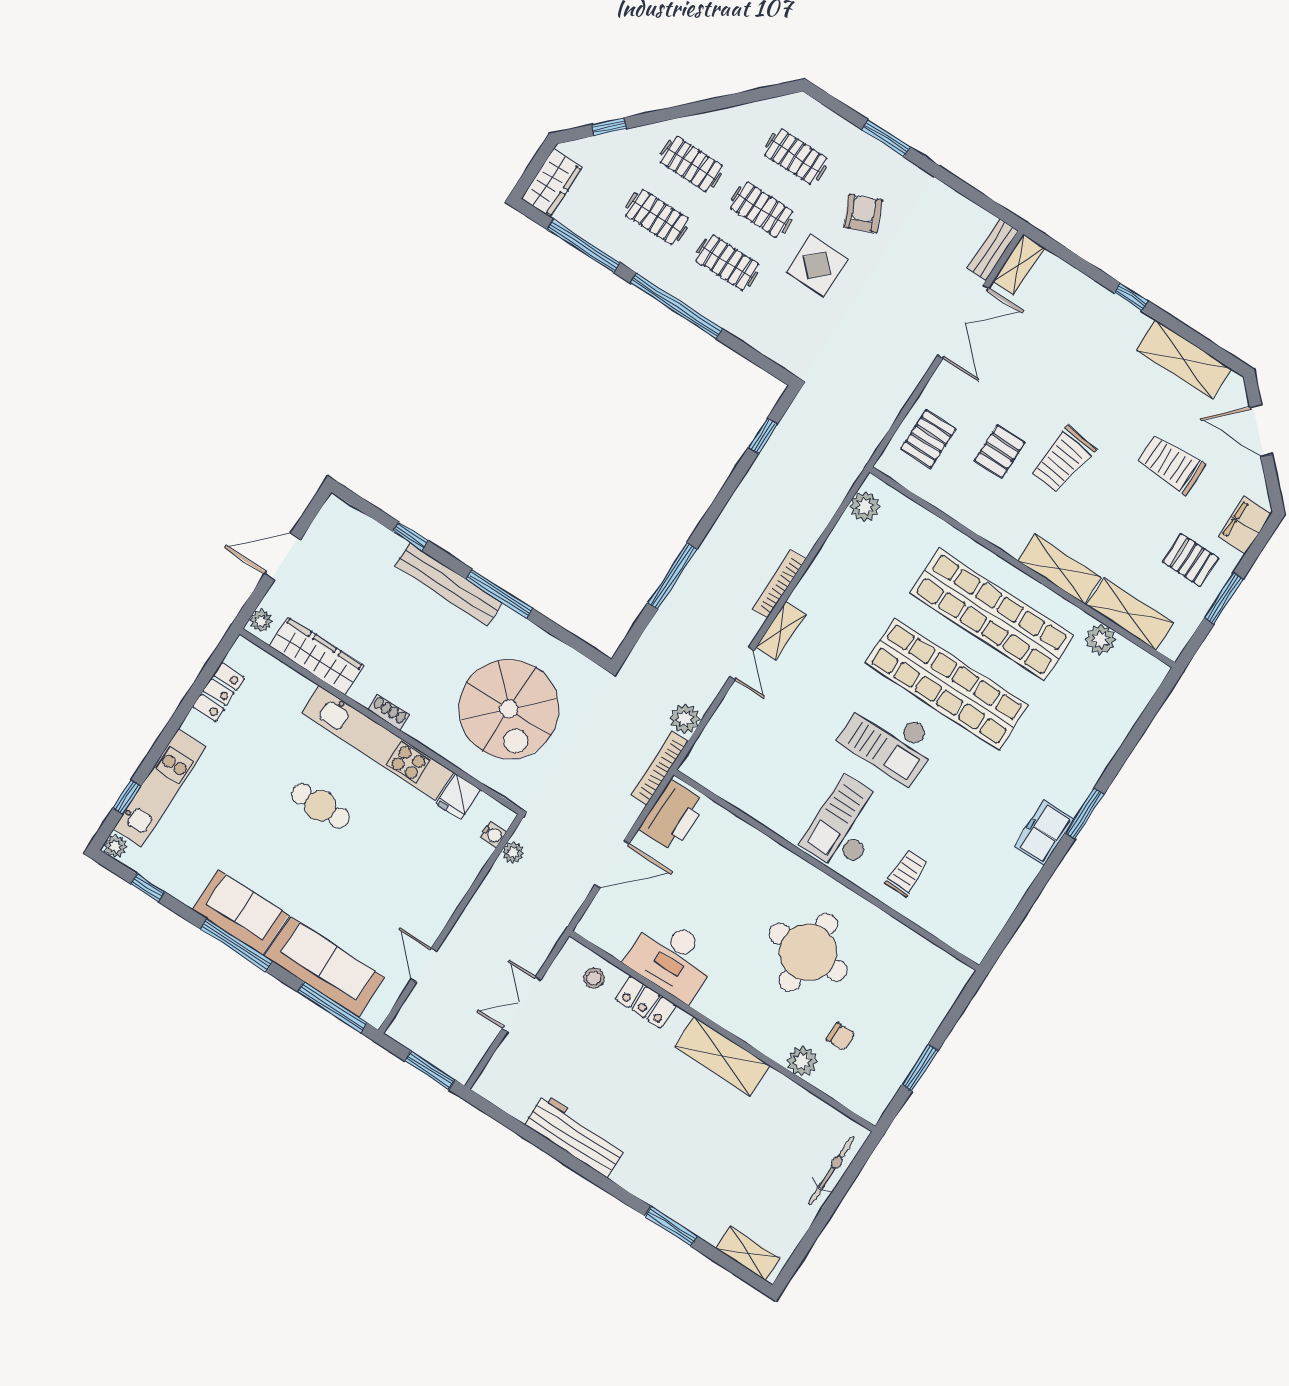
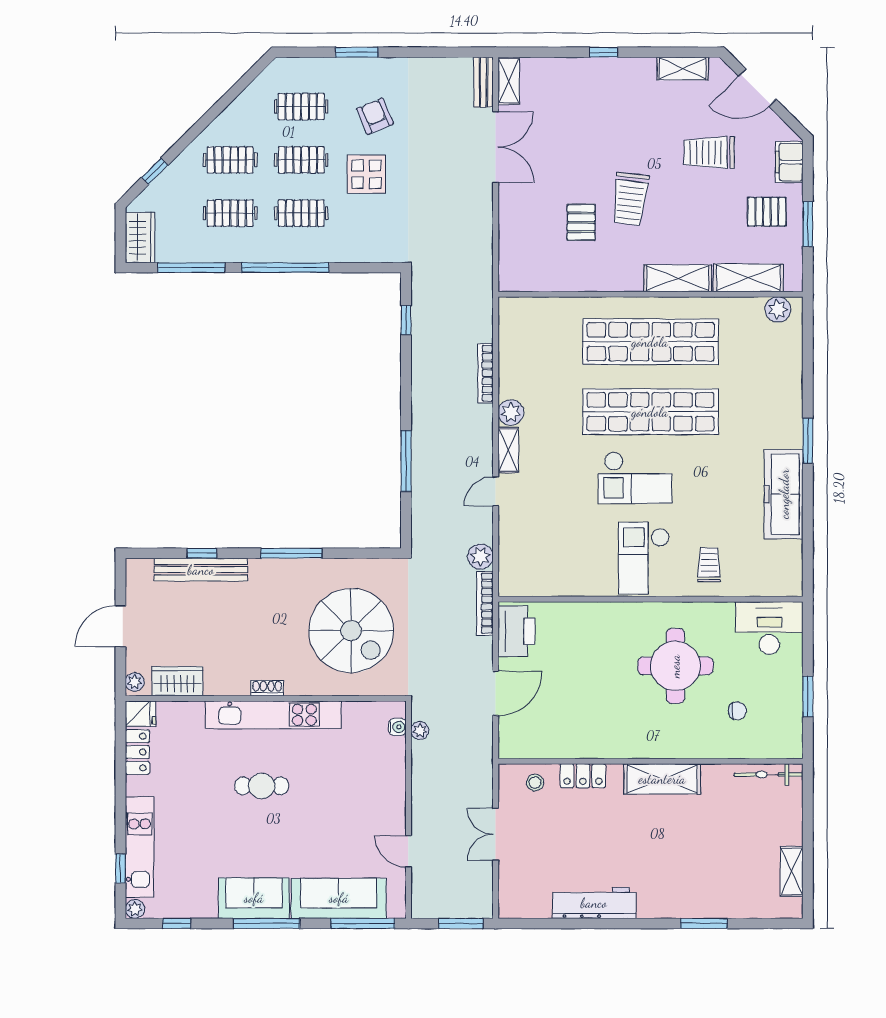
shelving: (1184, 359) -> (683, 69), width x0.67, depth x0.75
pallet: (928, 439) -> (525, 246), removed
plant: (865, 507) -> (511, 413), moved
bench: (448, 584) -> (201, 570), moved
bookcase: (779, 584) -> (486, 373), moved
plant: (1101, 639) -> (778, 309), moved
wardrobe: (317, 656) -> (177, 681), width x0.67
door: (742, 664) -> (496, 491), swing flipped
fridge: (458, 797) -> (140, 714), moved, turned -90
freezer: (1044, 833) -> (784, 494), width x1.91, depth x1.26
desk: (672, 958) -> (769, 628), moved, turned 180
plant: (802, 1061) -> (721, 746), removed
bicycle: (832, 1170) -> (769, 775), moved, turned -90
shelving: (748, 1253) -> (792, 871), moved, turned 90

